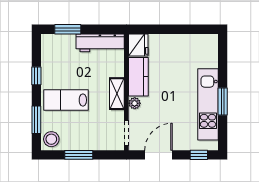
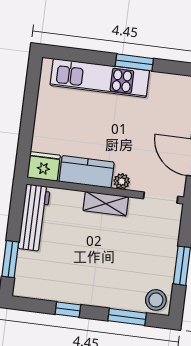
lab bench: (66, 100) -> (106, 274), removed
kitchen unit: (208, 104) -> (100, 78), moved

